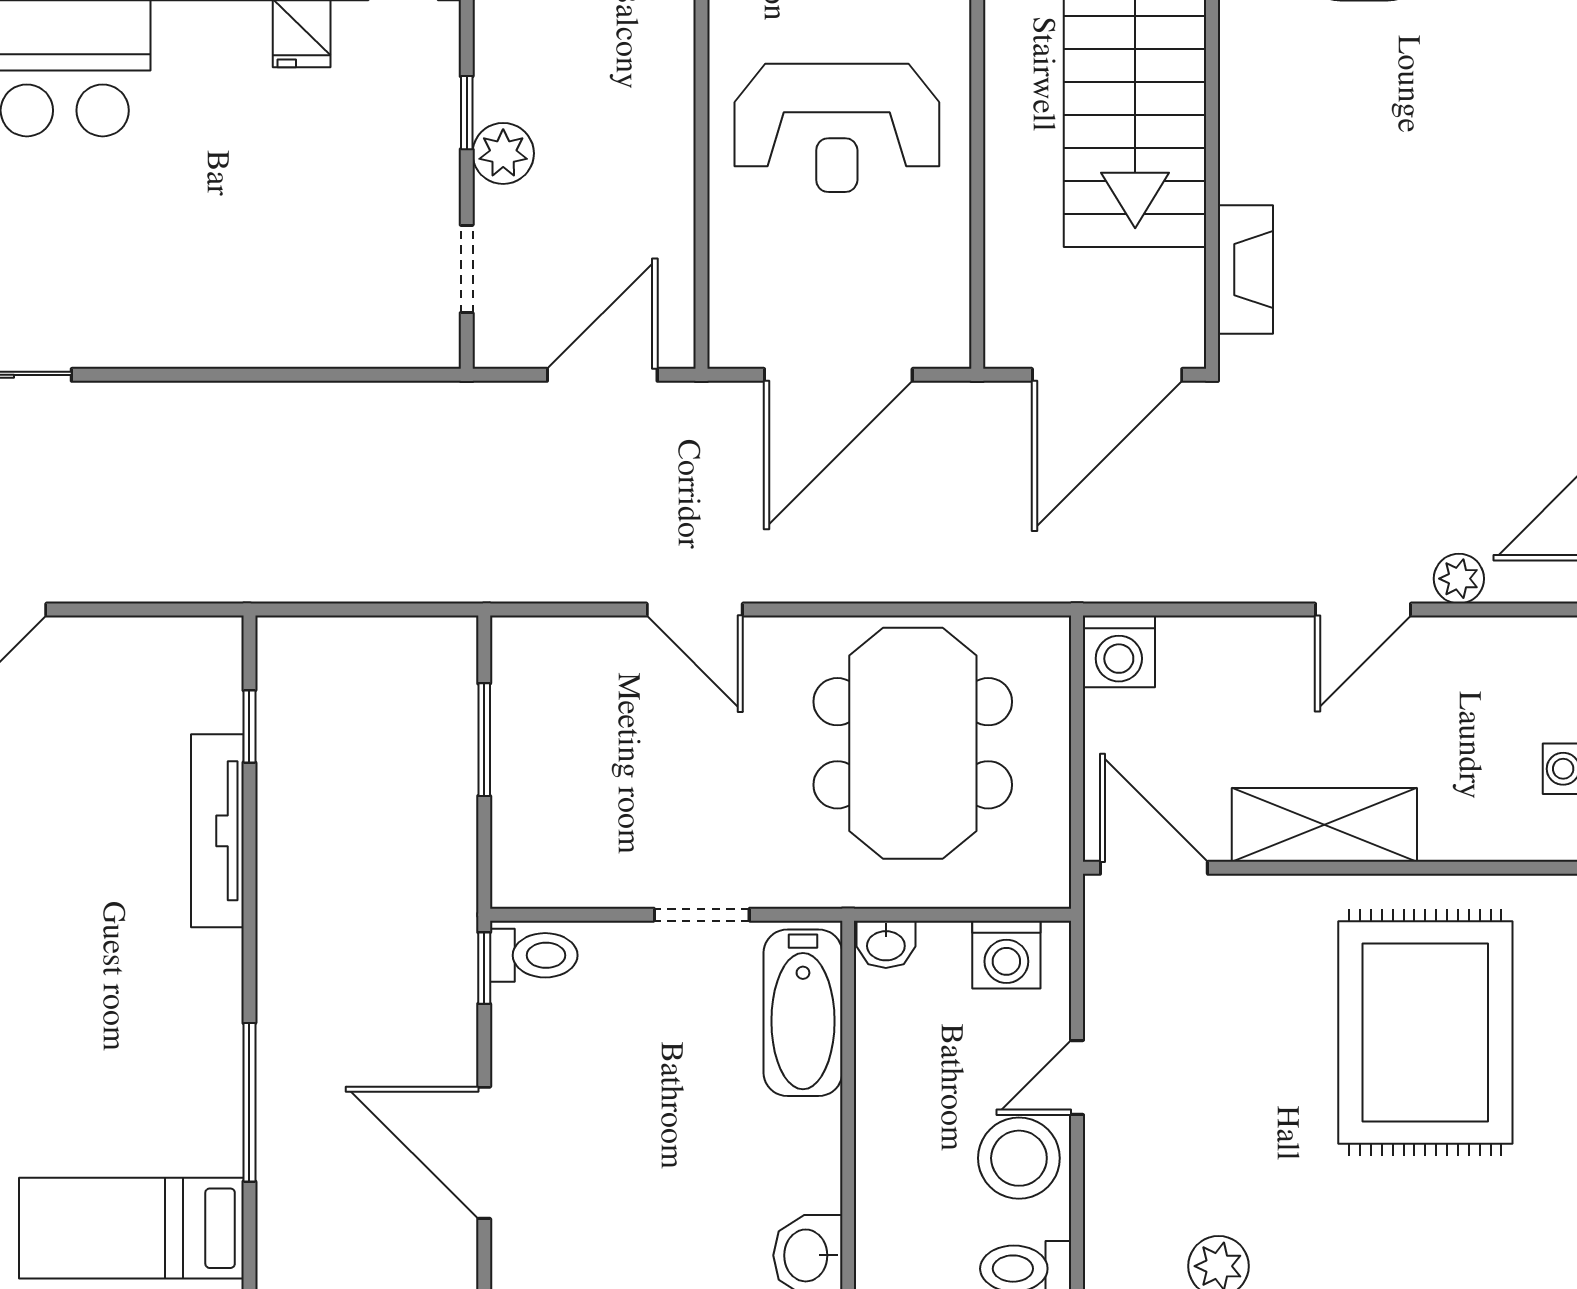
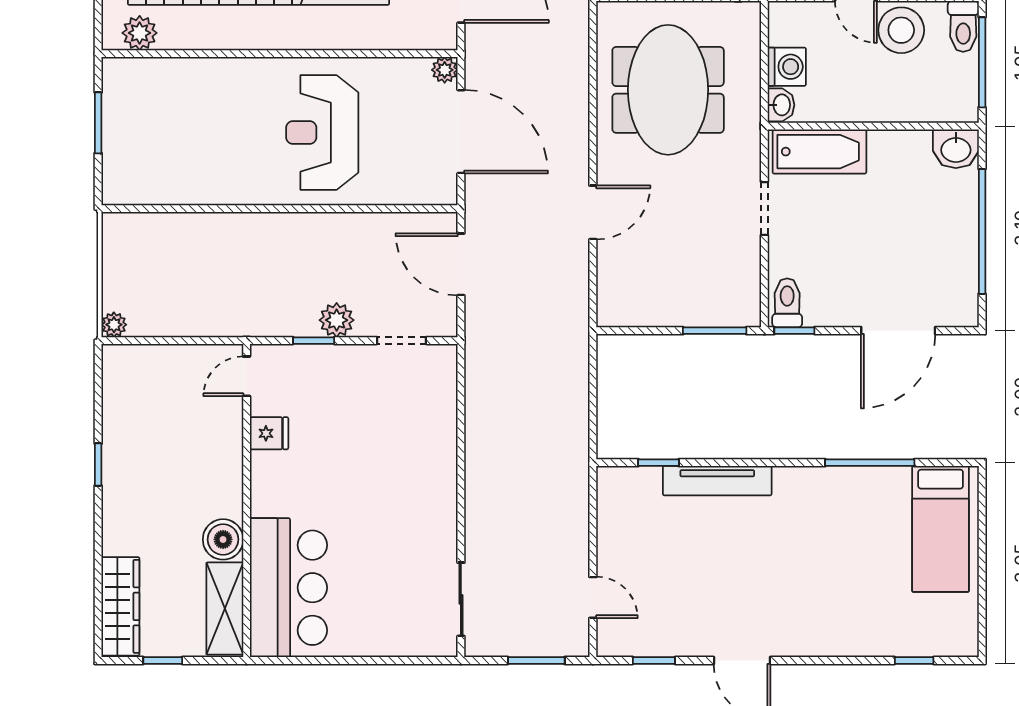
reception desk: (837, 128) -> (322, 133), turned 180
plant: (948, 346) -> (445, 70), added
window: (484, 740) -> (715, 331), moved
meeting table: (913, 743) -> (668, 90), turned 90
washing machine: (1006, 955) -> (787, 67), moved

